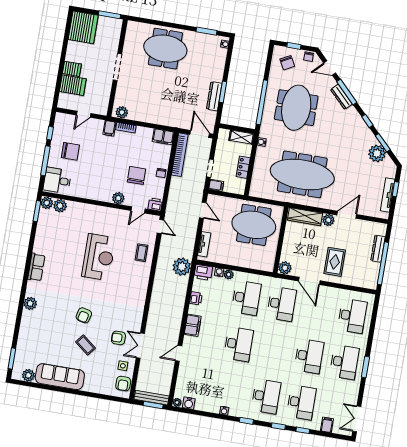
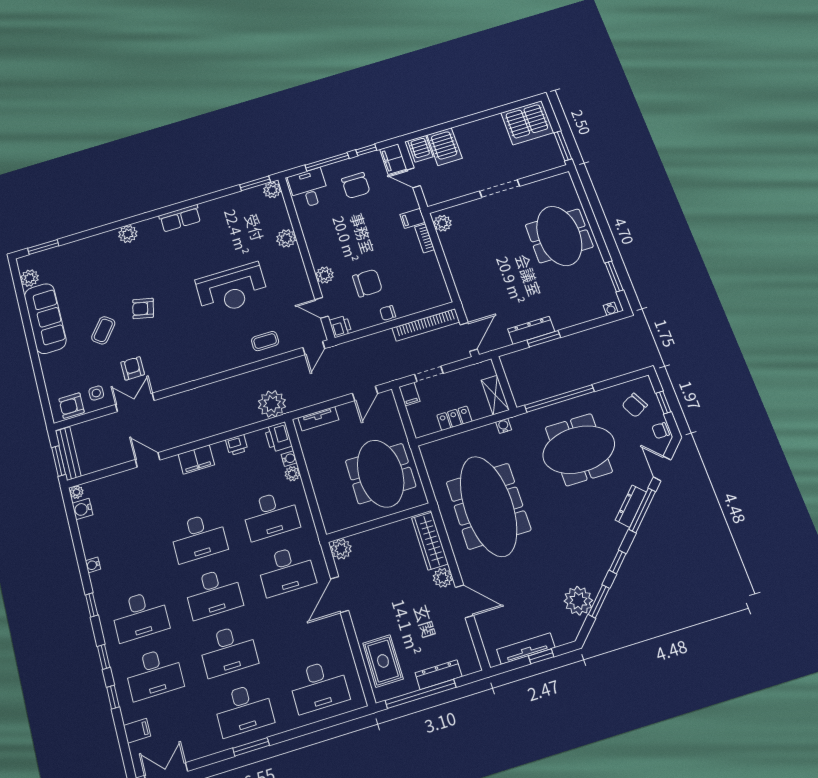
server rack: (72, 69) -> (420, 149), moved
filing cabinet: (163, 137) -> (393, 159), moved
plant: (60, 206) -> (286, 238), moved
rug: (335, 262) -> (383, 661), moved, turned 90
desk: (274, 350) -> (213, 593), added

